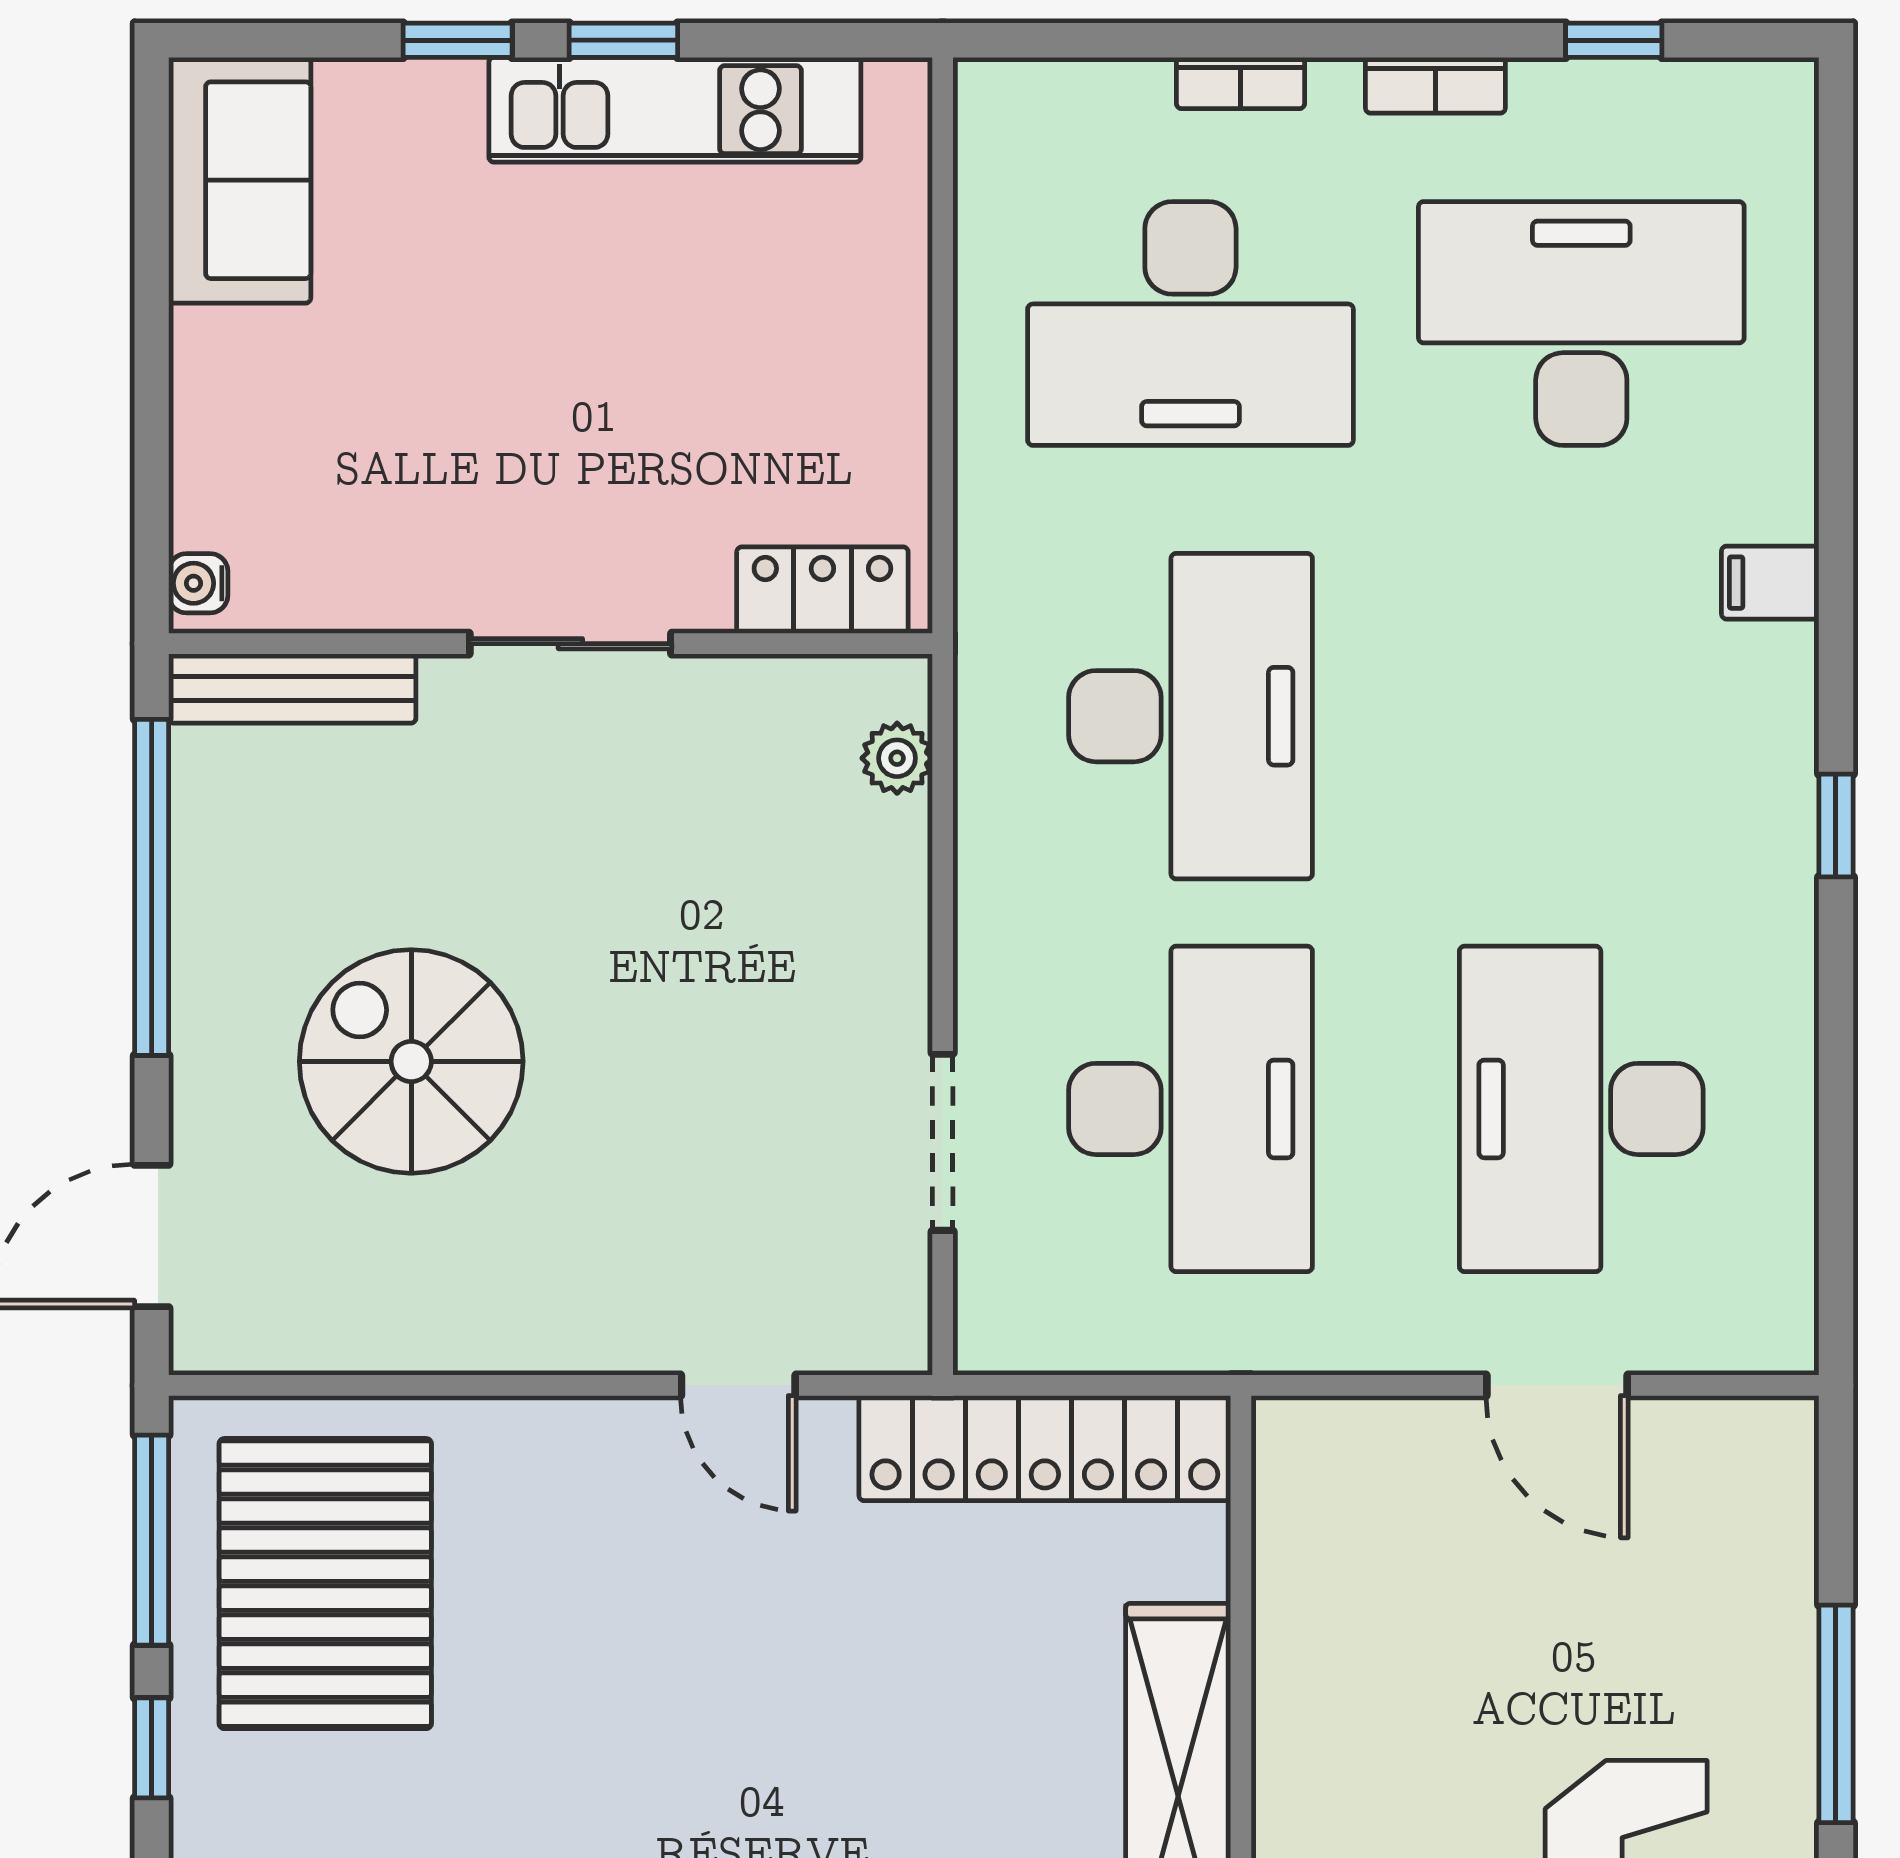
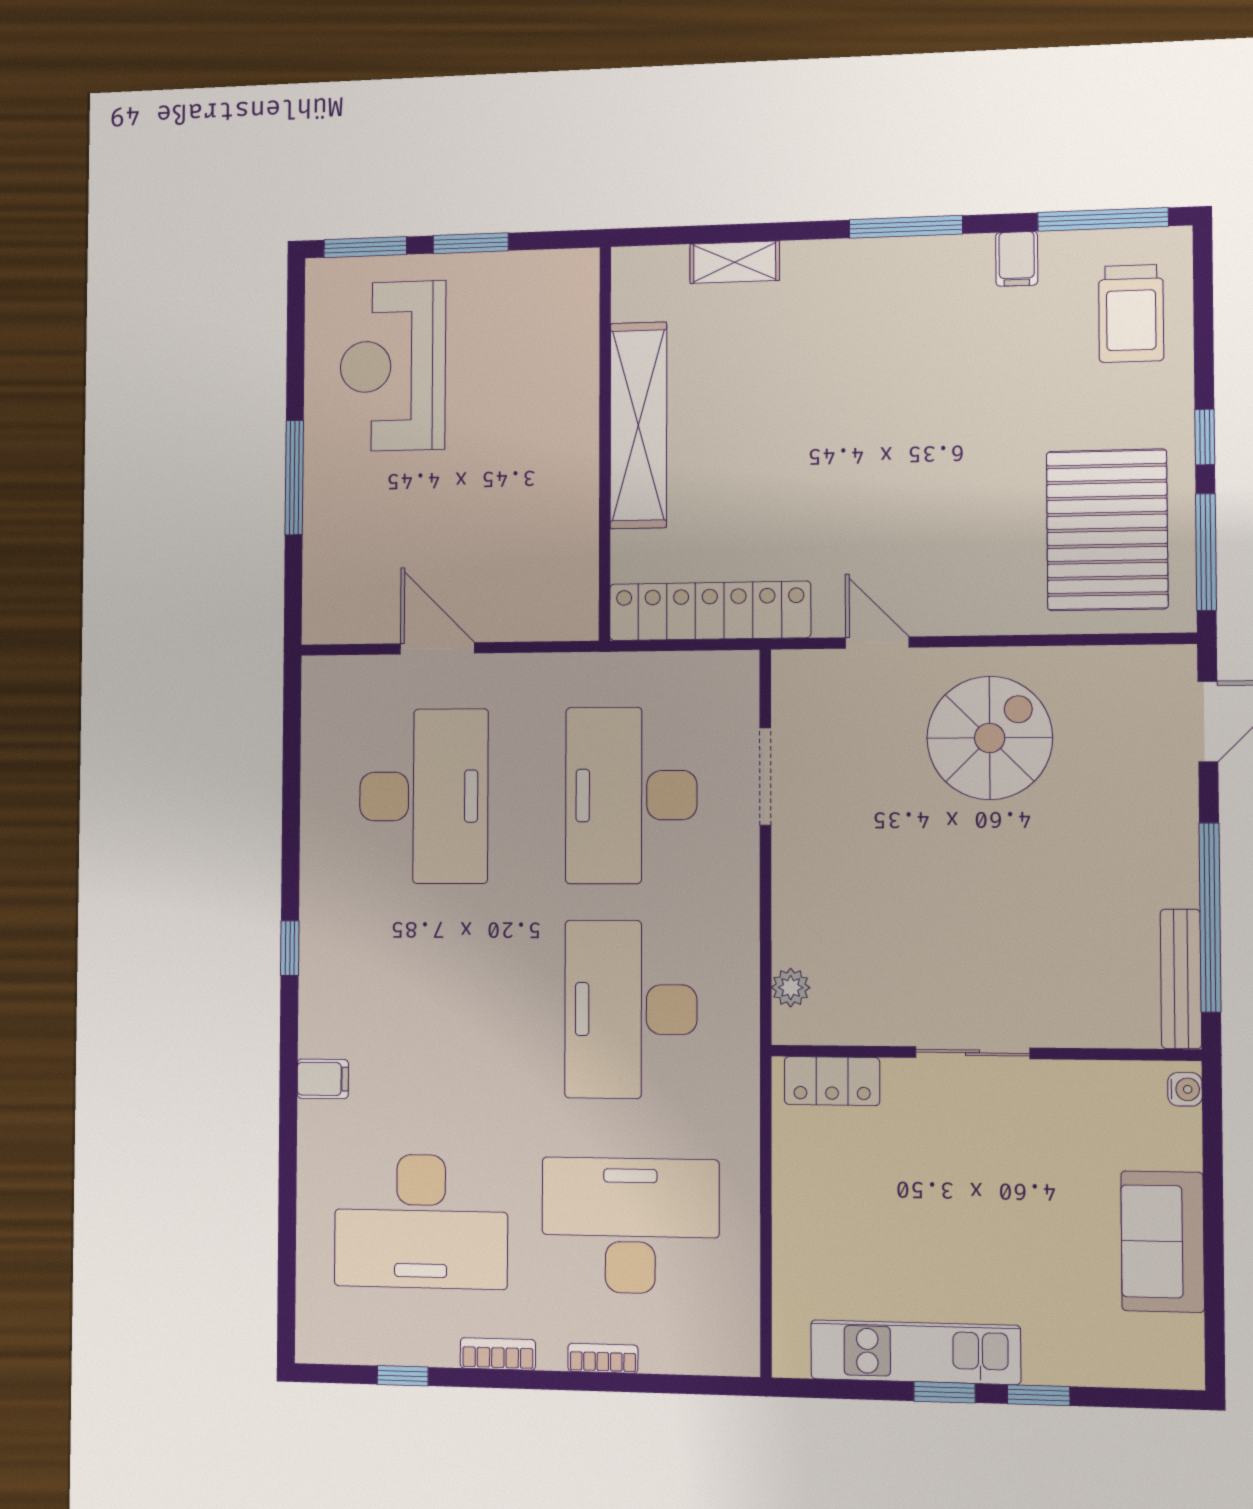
sofa: (240, 180) -> (1163, 1241), moved
bench: (292, 689) -> (1181, 979), moved, turned 90
spiral stairs: (411, 1061) -> (990, 738), moved, turned -90

